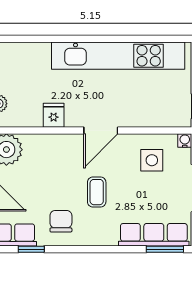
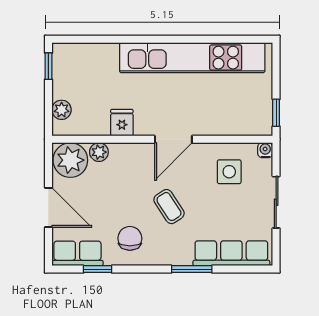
plant: (33, 142) -> (99, 152), added
coffee table: (97, 192) -> (169, 207), turned -33
window: (165, 249) -> (192, 269), moved

